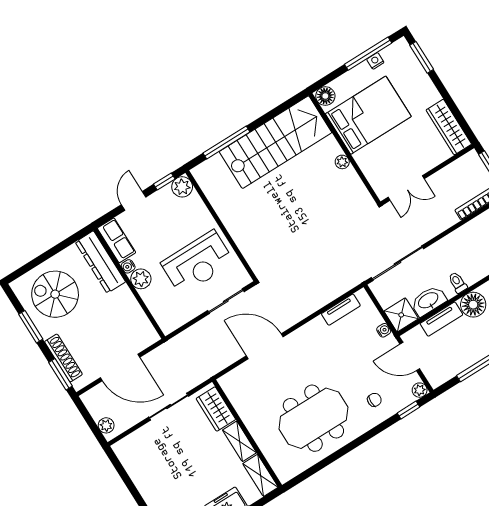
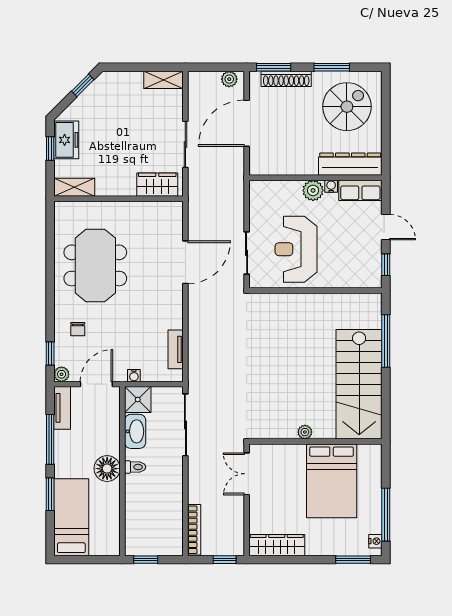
nightstand: (375, 61) -> (375, 541), moved
floor lamp: (325, 96) -> (372, 454), removed
plant: (182, 187) -> (371, 278), removed
tv unit: (441, 319) -> (62, 408), moved, turned 180
plant: (106, 425) -> (229, 79), moved
shelving: (240, 441) -> (164, 80), moved

